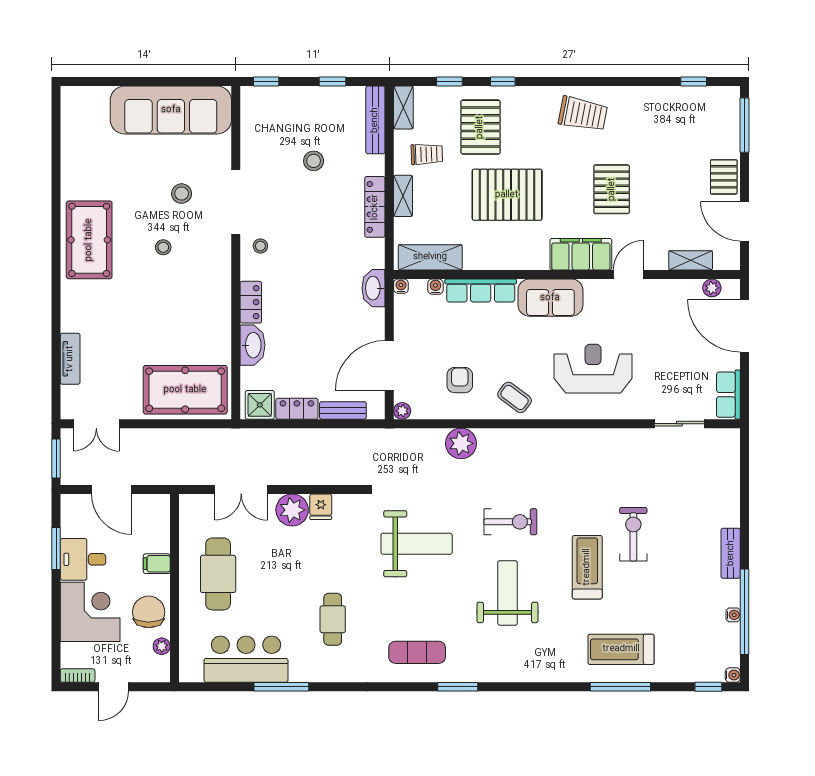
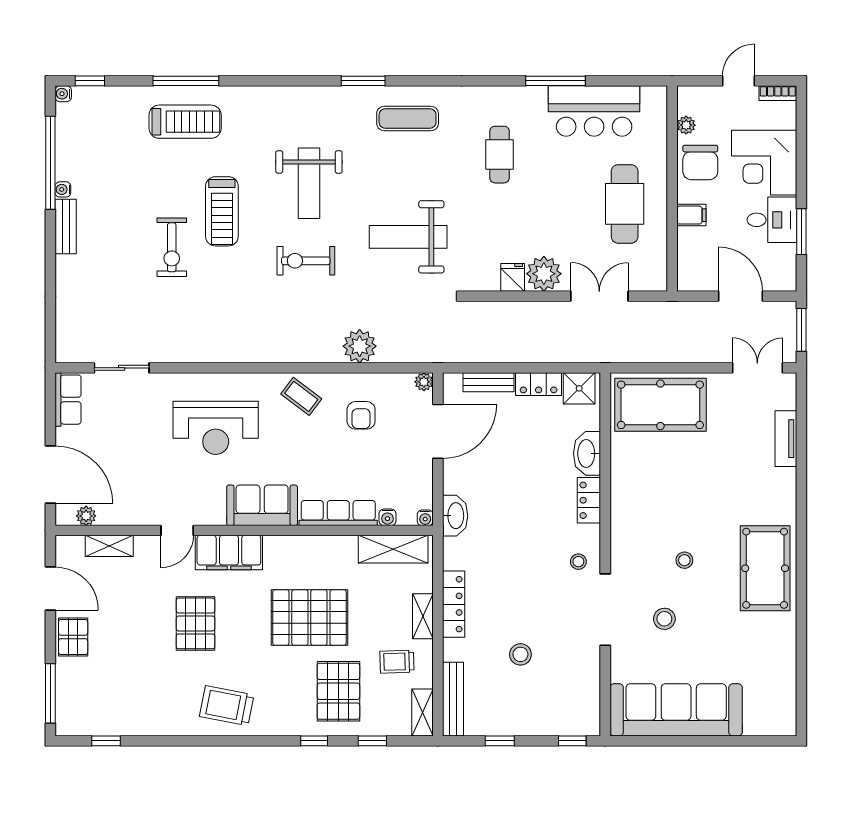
water cooler: (733, 615) -> (63, 189), moved

